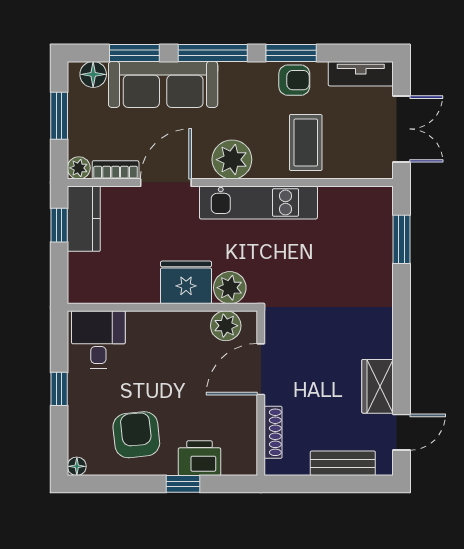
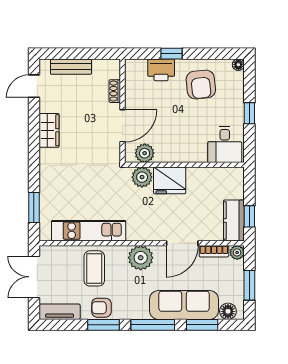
kitchen unit: (258, 202) -> (89, 231), moved
wardrobe: (378, 386) -> (49, 130), moved
shoe rack: (273, 432) -> (115, 91), width x0.70

